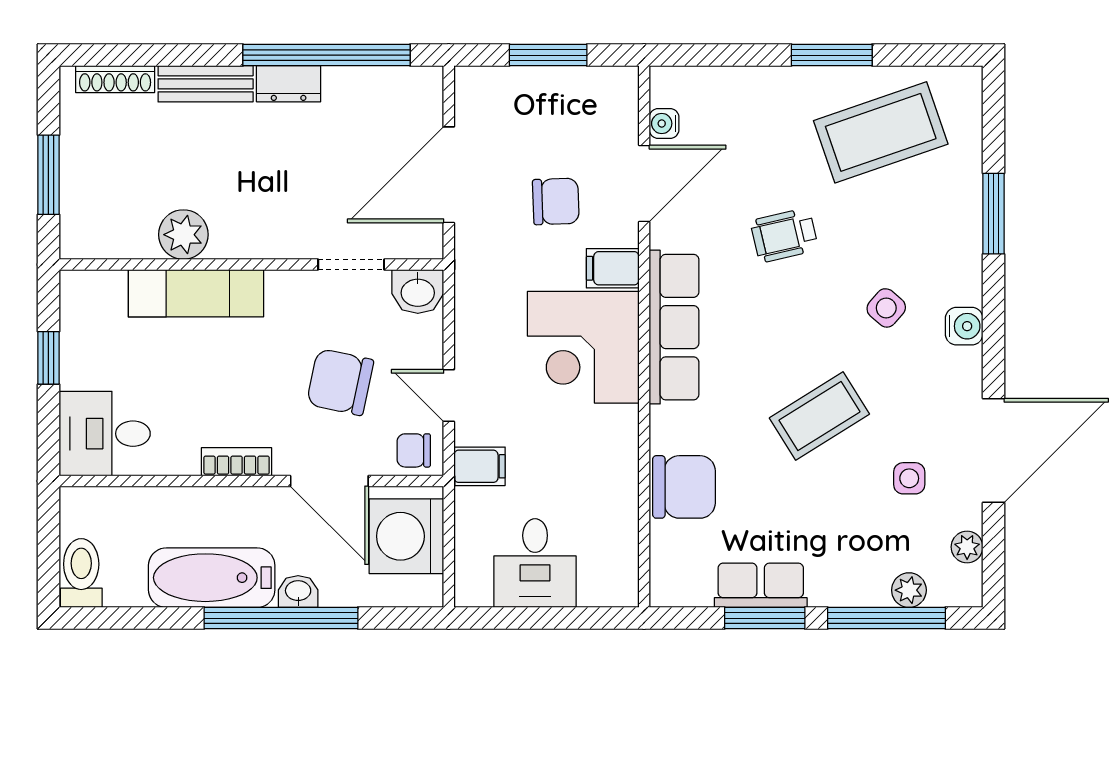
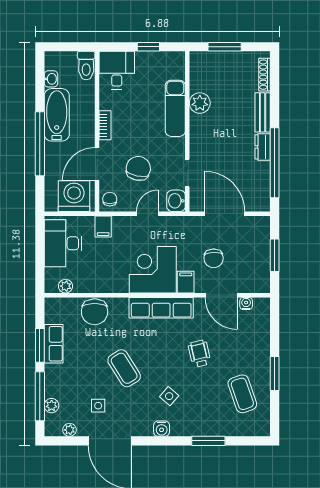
coffee table: (881, 132) -> (242, 394), width x0.73, depth x0.76
door: (449, 396) -> (147, 214), moved
plant: (622, 556) -> (66, 286), added
desk: (535, 563) -> (63, 243), width x1.37
toilet: (81, 573) -> (86, 66), moved, turned 90
washbasin: (298, 592) -> (51, 79), moved

